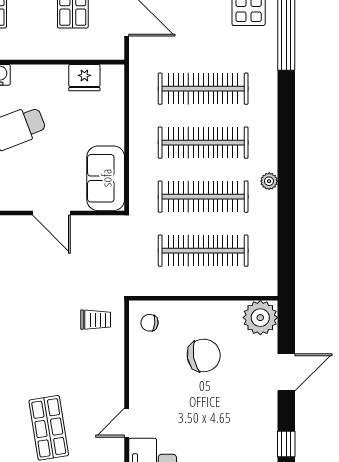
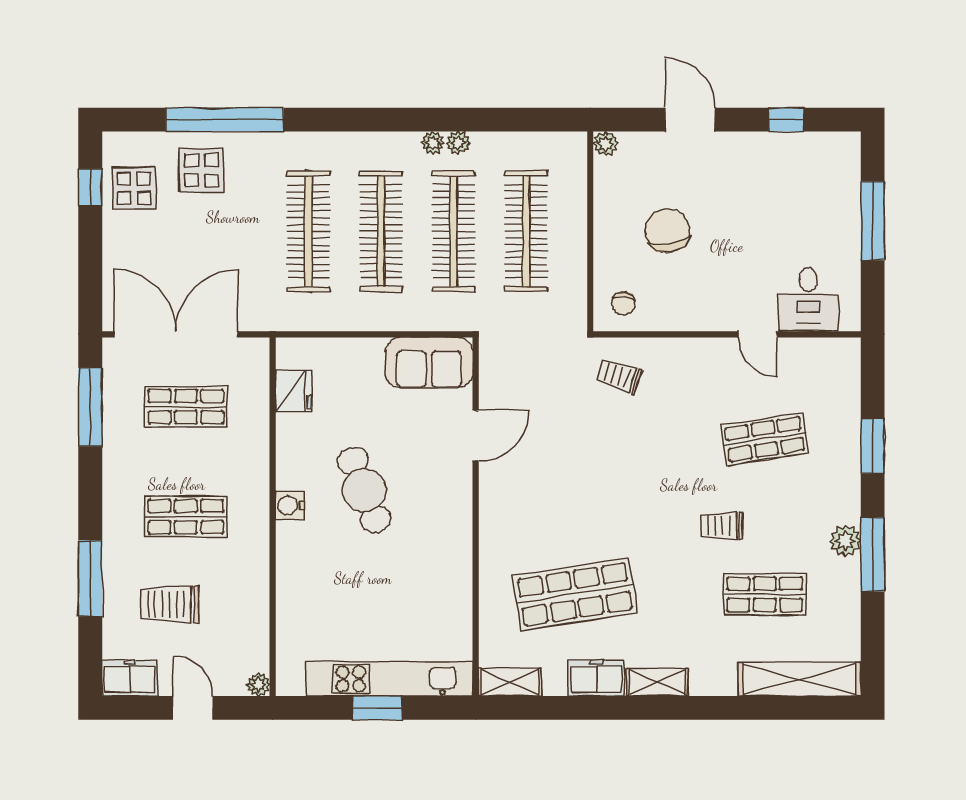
plant: (269, 200) -> (458, 143), added
plant: (260, 318) -> (606, 144), width x0.53, depth x0.53
trolley: (96, 320) -> (619, 376), turned -72

